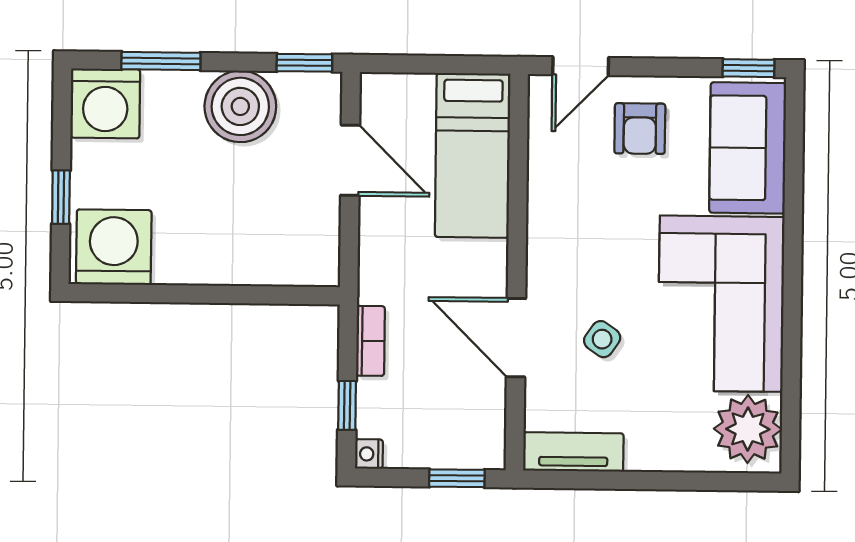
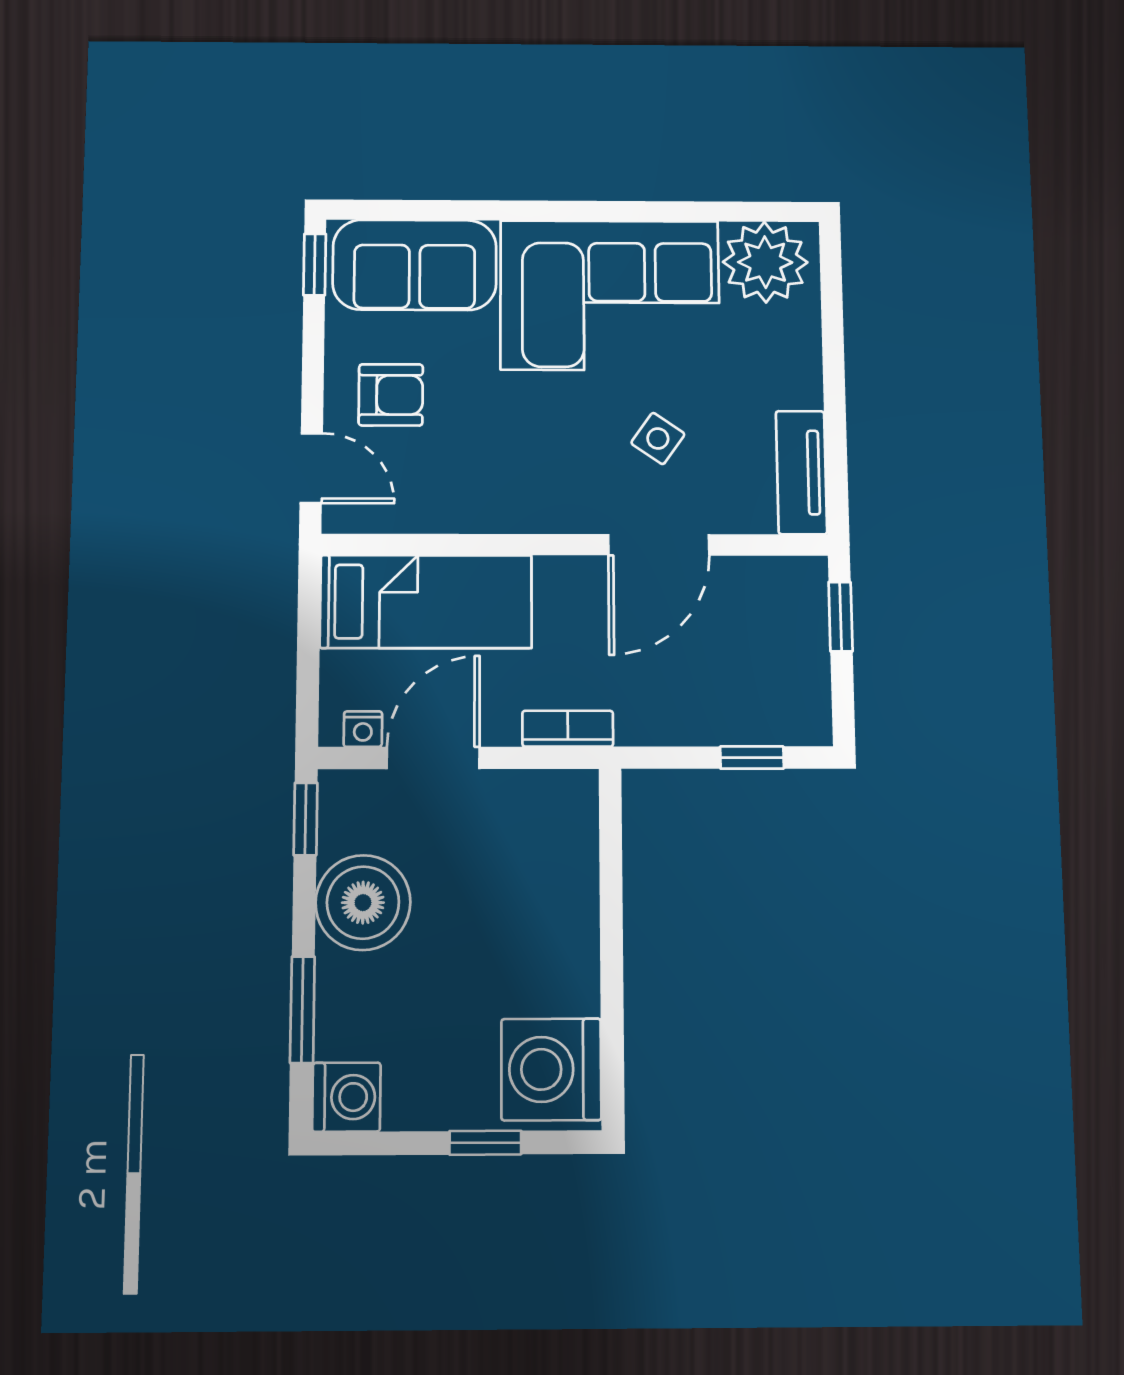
washing machine: (105, 103) -> (346, 1097), width x0.73, depth x0.73
bookcase: (370, 341) -> (568, 729), moved
nightstand: (369, 454) -> (363, 729), moved

